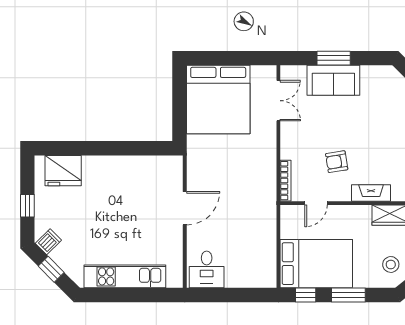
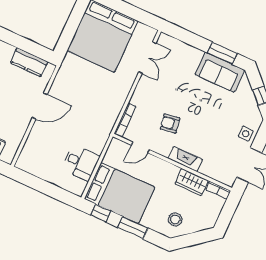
window: (334, 58) -> (222, 53), moved
sofa: (333, 80) -> (220, 72), moved
kitchen counter: (151, 166) -> (29, 62), added
desk: (207, 269) -> (81, 163), moved, turned -90

